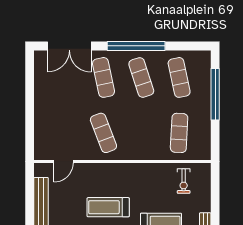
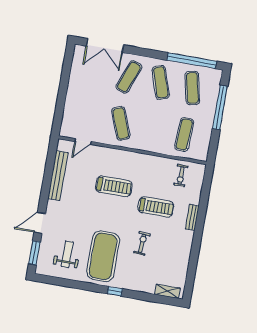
window: (136, 46) -> (192, 61), moved
exercise mat: (103, 77) -> (129, 77), turned 33
treadmill: (108, 207) -> (114, 186), turned 180

